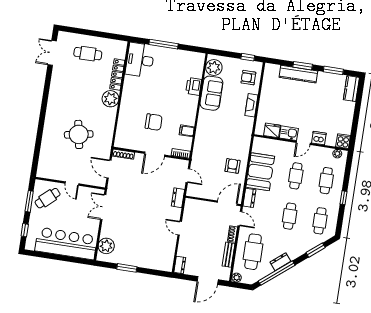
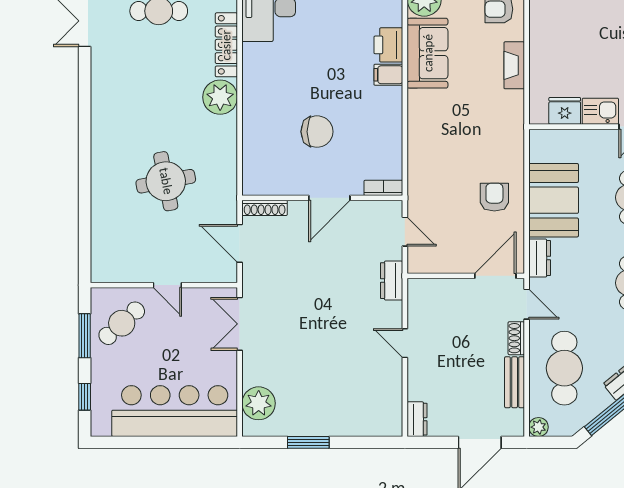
filing cabinet: (187, 131) -> (388, 75), moved

